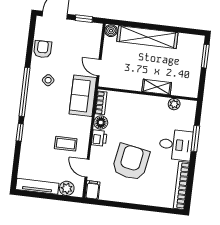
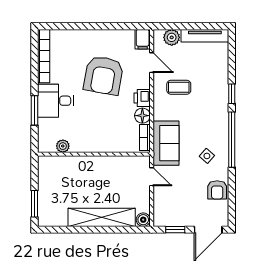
shelving: (157, 87) -> (85, 163), removed

